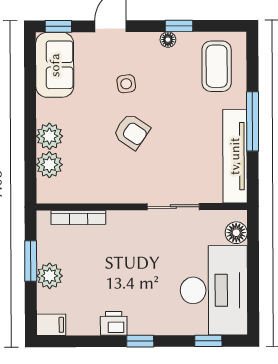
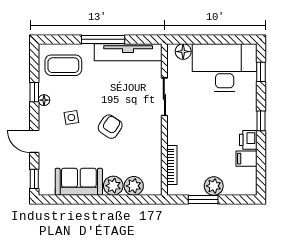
sofa: (55, 65) -> (79, 182), moved
side table: (126, 84) -> (71, 117), moved
filing cabinet: (51, 325) -> (246, 159), moved, turned -90

